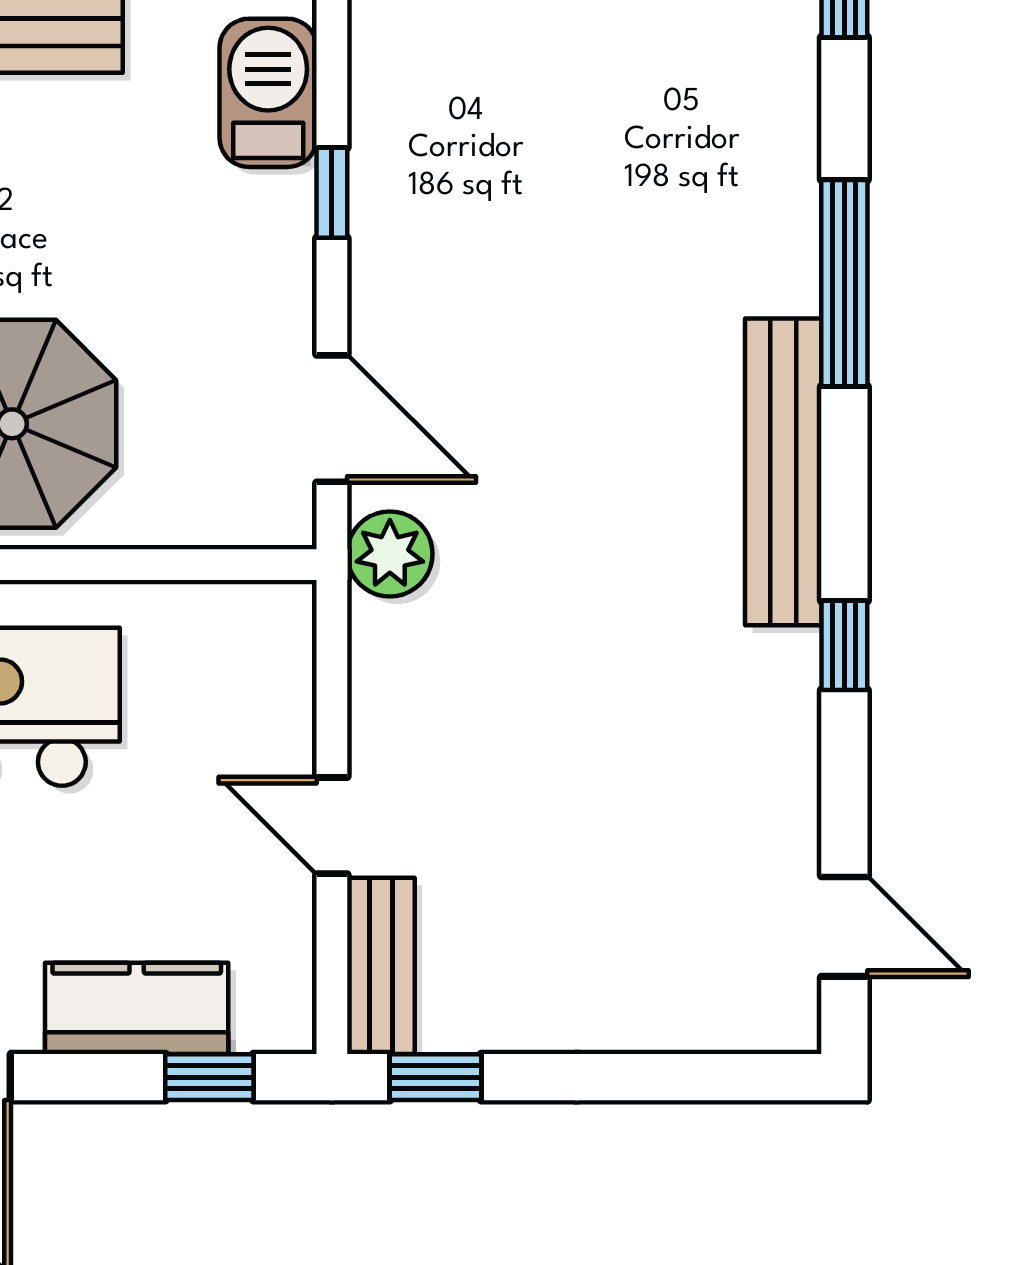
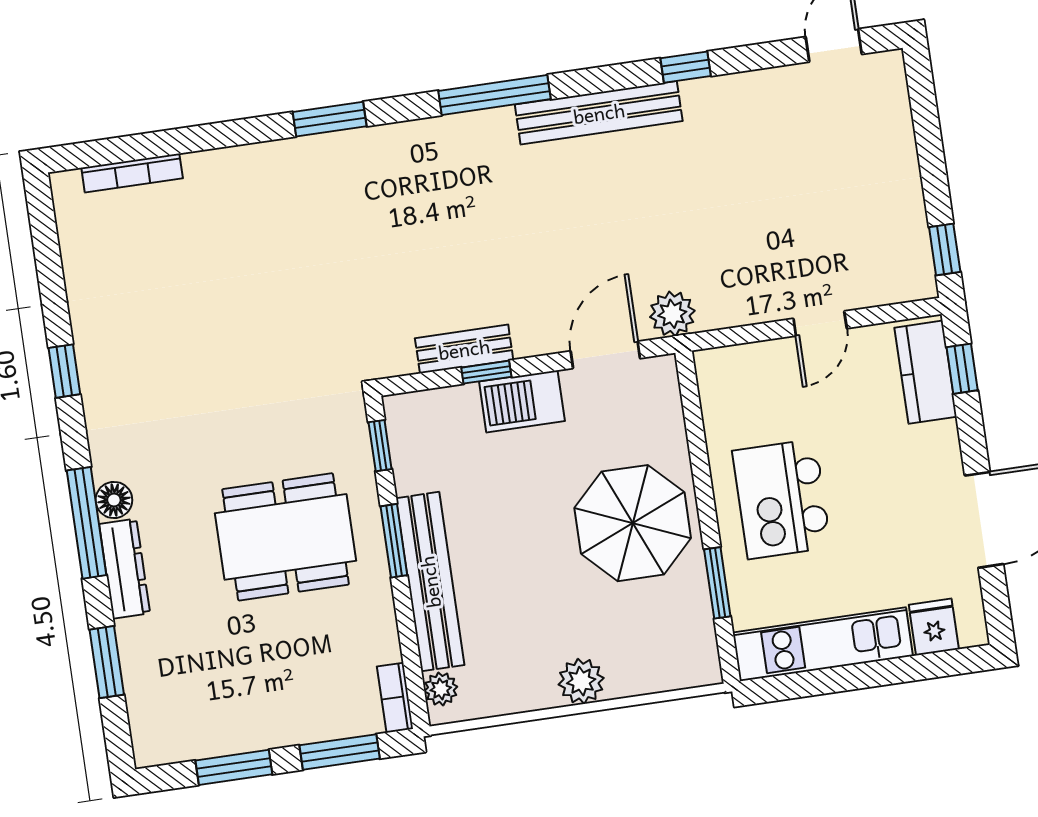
barbecue: (268, 93) -> (522, 401), moved
bench: (381, 966) -> (464, 349), moved
kitchen counter: (137, 1008) -> (926, 372), moved

